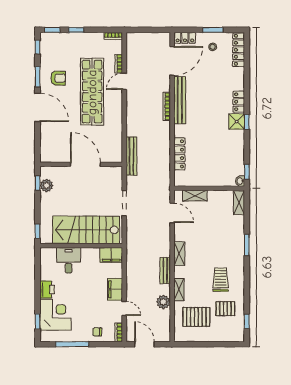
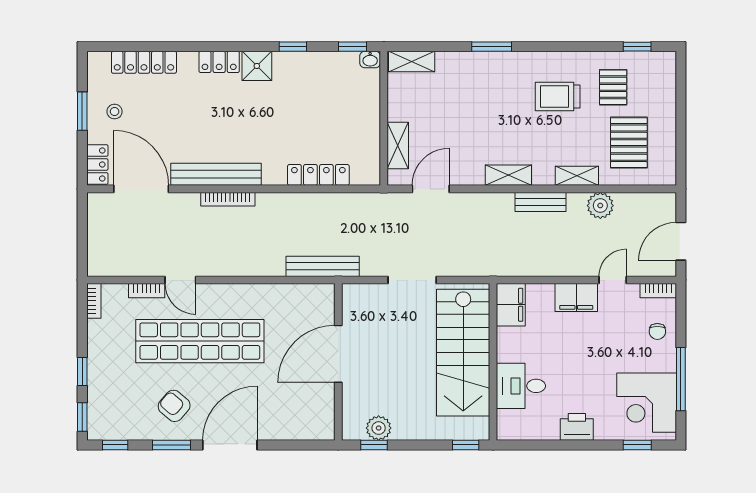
locker: (239, 50) -> (144, 62), moved
armchair: (58, 78) -> (174, 406), turned -49
window: (247, 122) -> (293, 47), moved
corner desk: (56, 315) -> (647, 403), moved, turned -90

